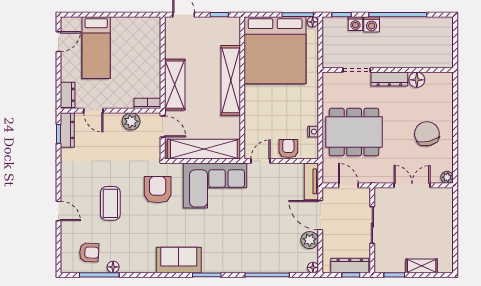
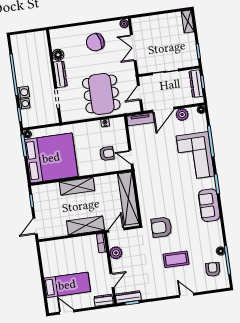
shelving: (231, 80) -> (77, 186), width x0.68
armchair: (288, 149) -> (107, 154), moved, turned 180
corner sofa: (215, 186) -> (195, 156), moved, turned 180
door: (59, 211) -> (187, 295), hinge flipped
shelving: (422, 266) -> (188, 21), moved

